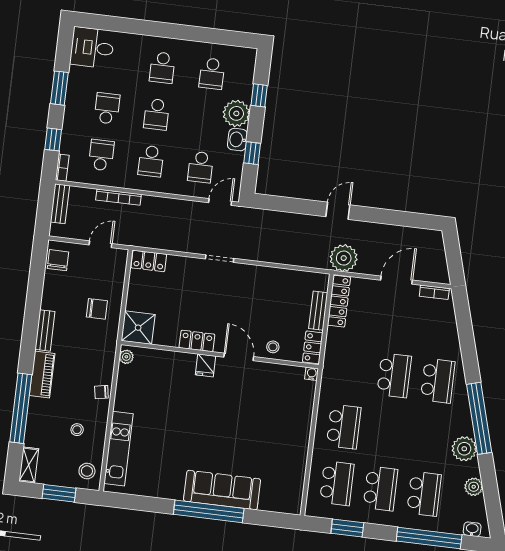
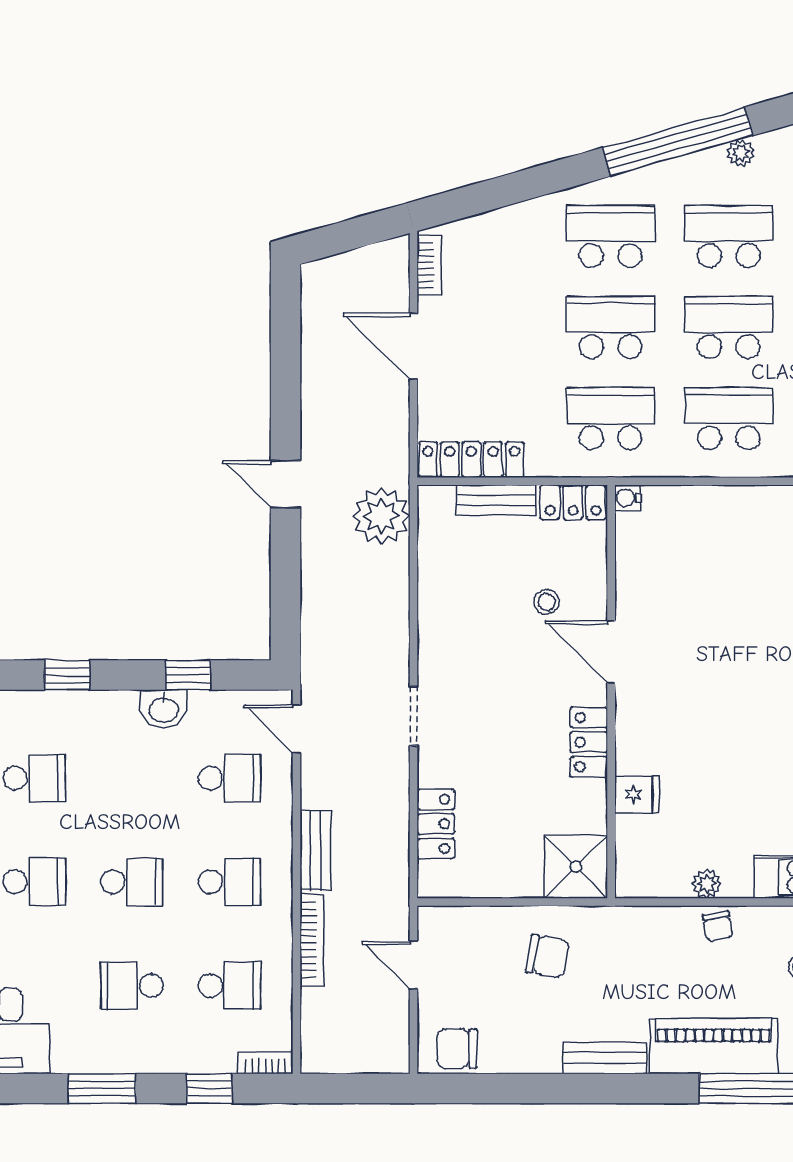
plant: (236, 113) -> (110, 718), removed
school desk: (101, 155) -> (230, 986), turned 180
bench: (60, 204) -> (315, 850), moved, turned 90
plant: (344, 258) -> (381, 516), moved
locker: (149, 261) -> (436, 824), moved
chair: (97, 309) -> (548, 956), turned 100
stool: (273, 347) -> (547, 602), moved
plant: (126, 357) -> (707, 884), moved
door: (239, 357) -> (611, 652), hinge flipped
fridge: (205, 365) -> (637, 794), moved
school desk: (351, 370) -> (611, 419), added
piano: (42, 375) -> (714, 1046), width x1.37, depth x1.33
school desk: (387, 432) -> (729, 327), added
school desk: (431, 437) -> (729, 236), added
plant: (464, 449) -> (741, 153), width x0.53, depth x0.53

